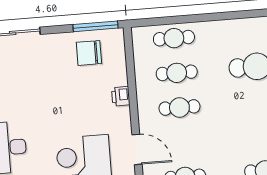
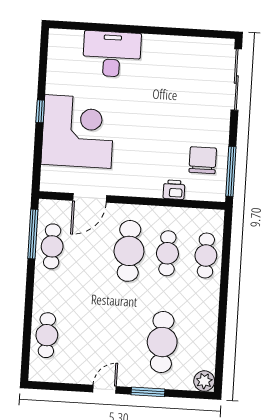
printer: (121, 96) -> (174, 190), moved
cafe table: (179, 107) -> (129, 251), width x1.37, depth x1.35

